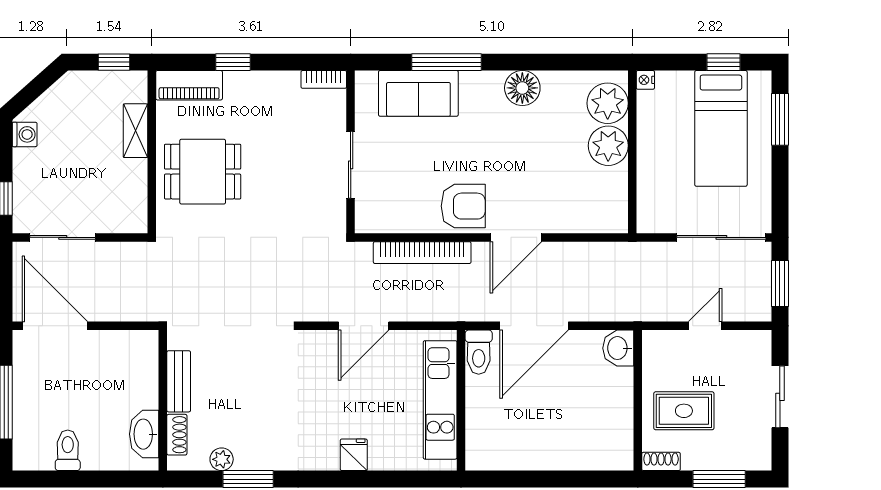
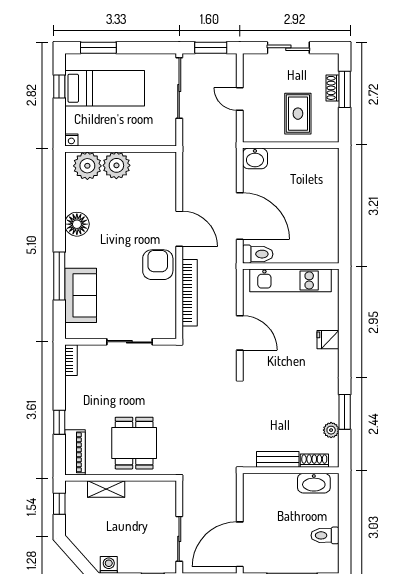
shoe rack: (661, 461) -> (333, 88), moved

